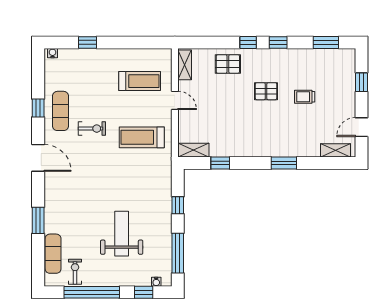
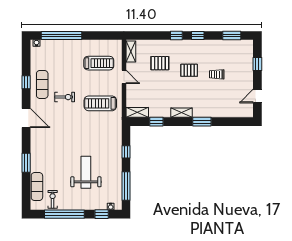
window: (88, 42) -> (62, 35), width x3.17
pallet: (228, 64) -> (160, 63), moved
shelving: (336, 150) -> (182, 113), moved

